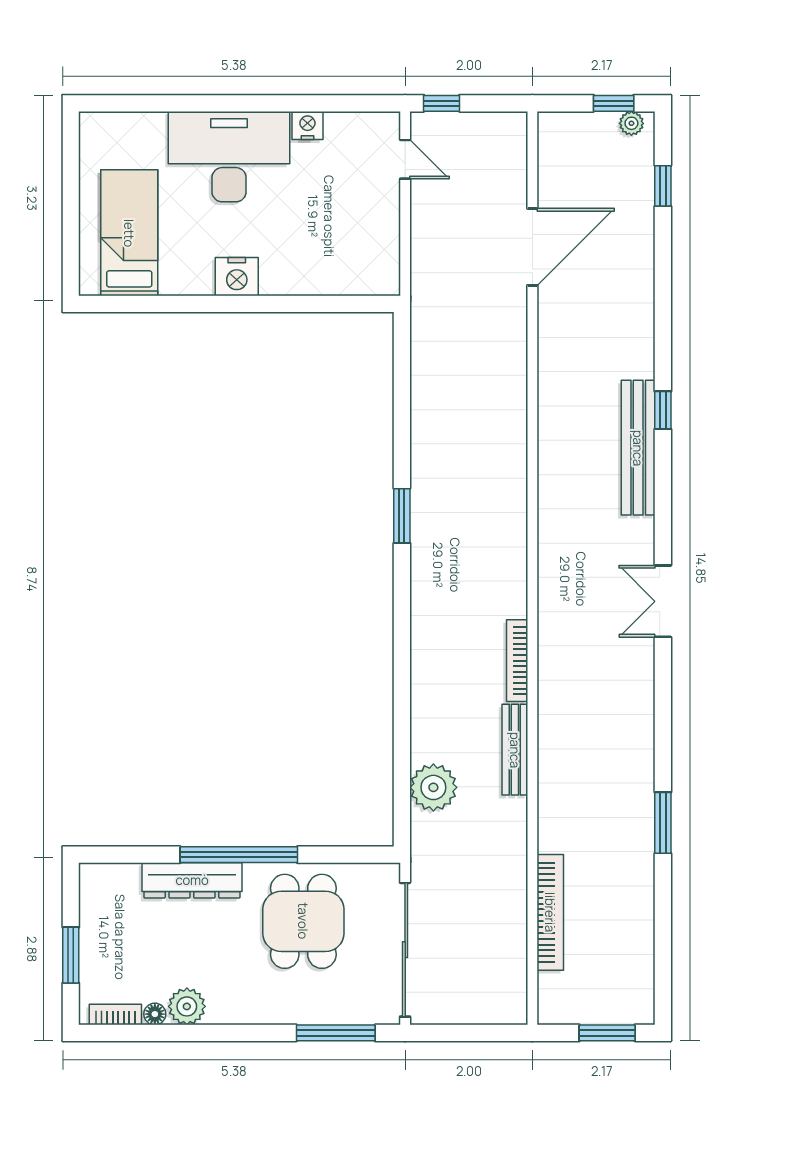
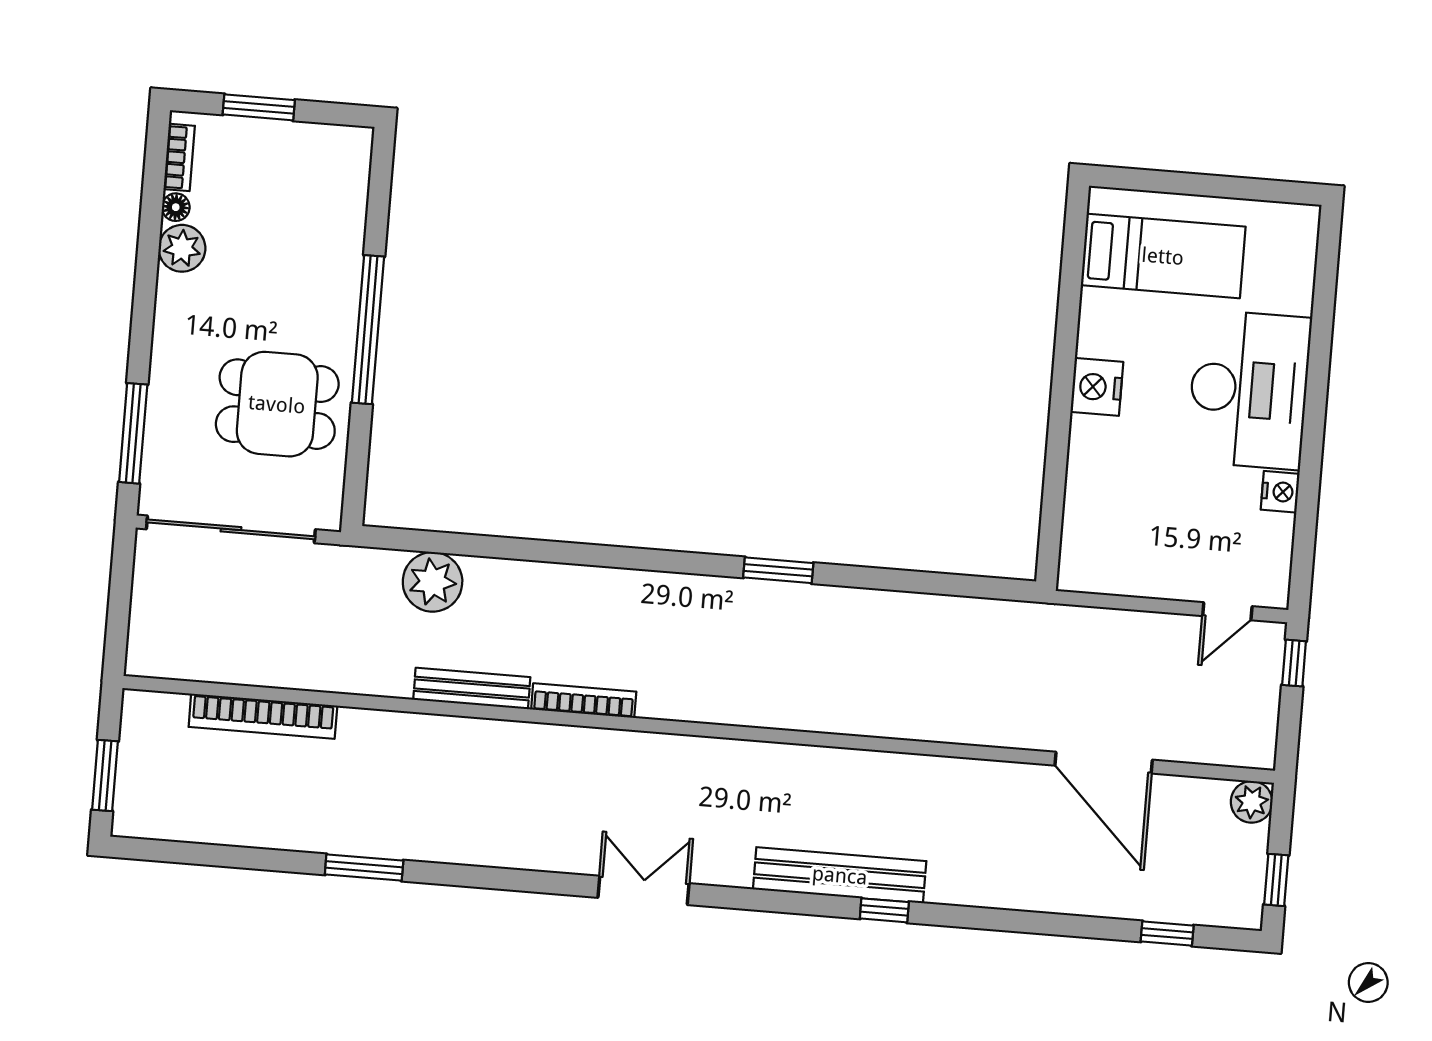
plant: (631, 123) -> (1252, 802), moved, width x1.38, depth x1.38
dresser: (192, 880) -> (340, 268), removed

